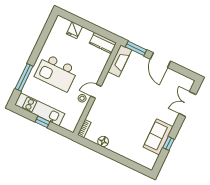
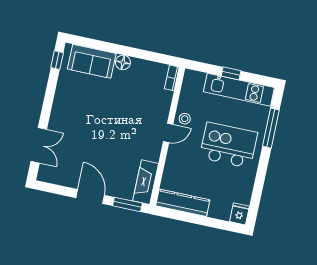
fridge: (74, 30) -> (239, 214), moved
kitchen counter: (103, 43) -> (183, 203), width x1.50
sofa: (158, 137) -> (92, 61), moved, turned 90
floor lamp: (103, 141) -> (123, 62), moved
window: (169, 143) -> (57, 60), moved

